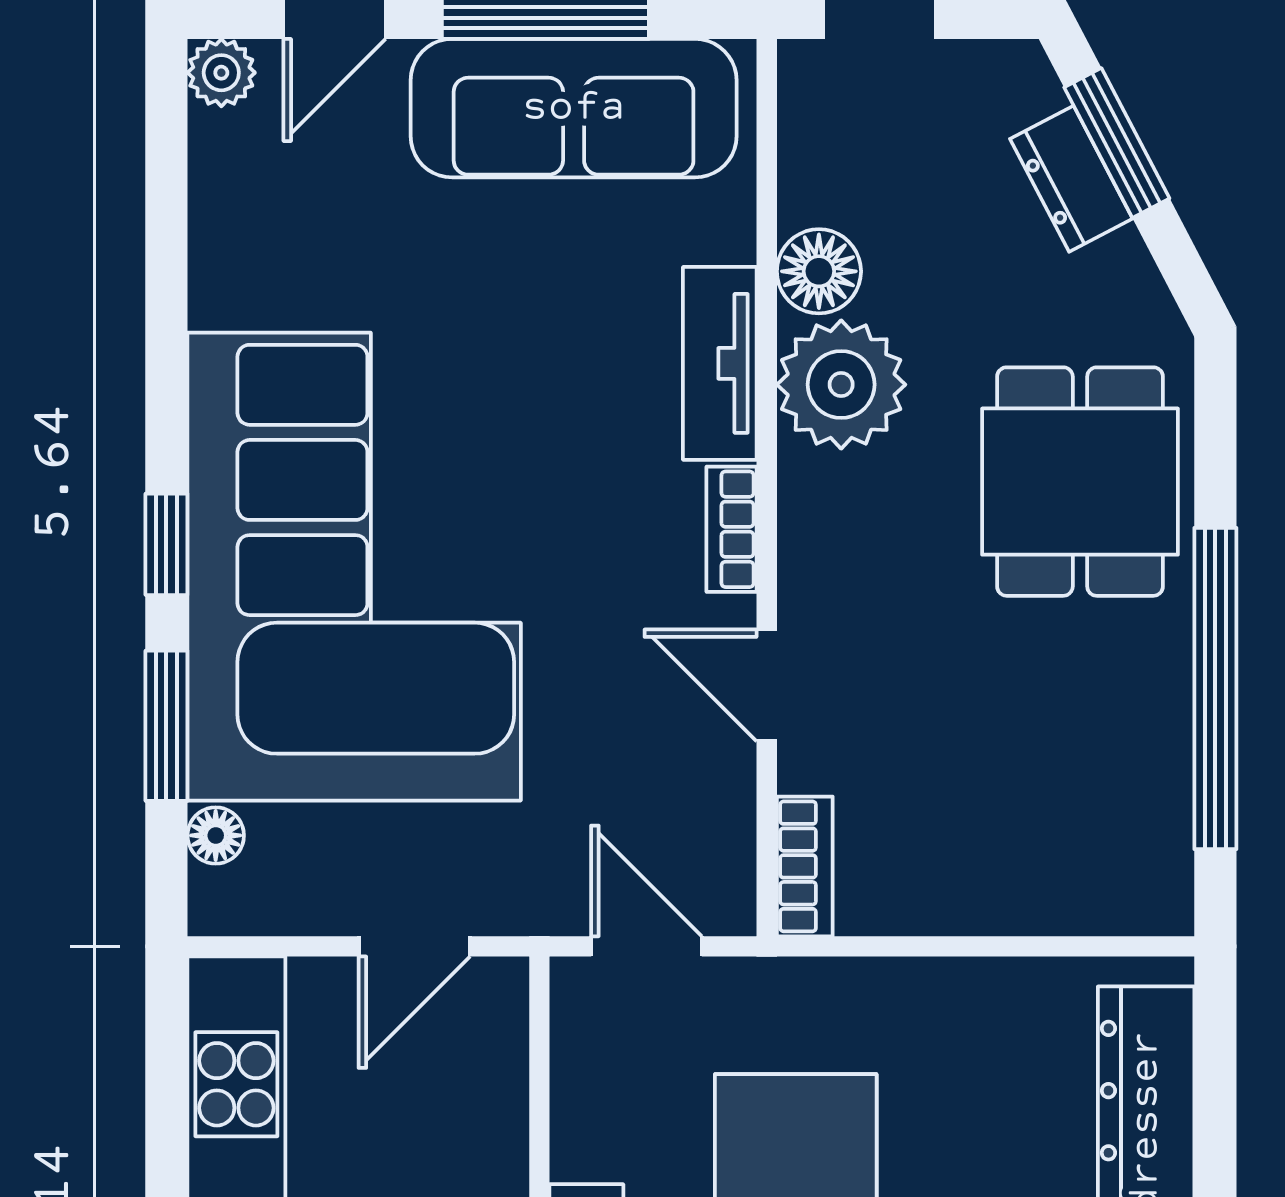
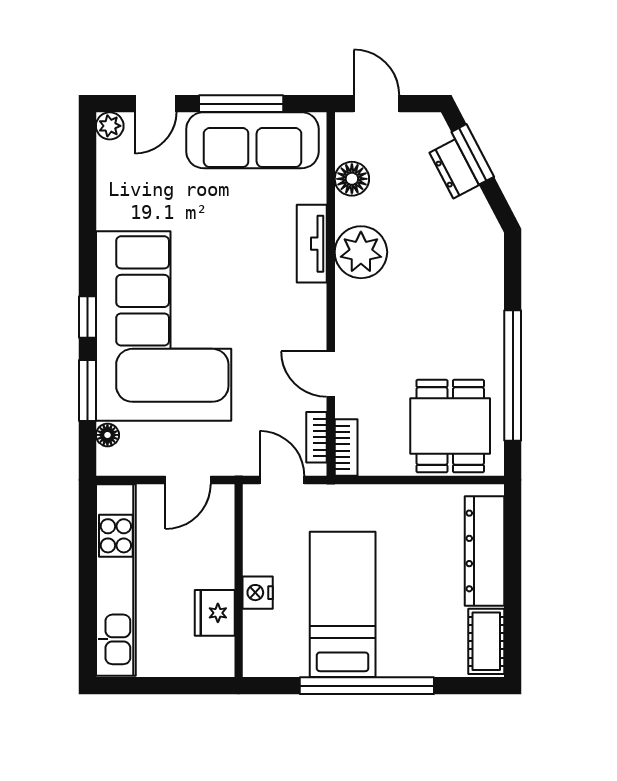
floor lamp: (819, 271) -> (352, 179), moved
dining table: (1080, 482) -> (450, 426), moved
bookcase: (731, 529) -> (316, 437), moved

